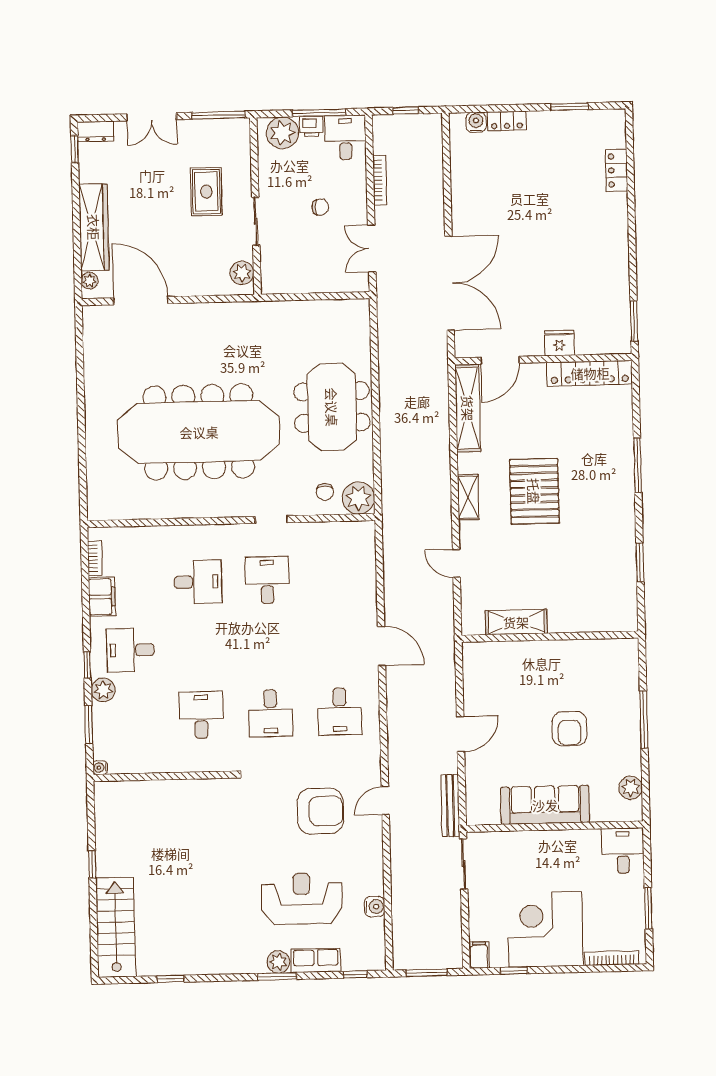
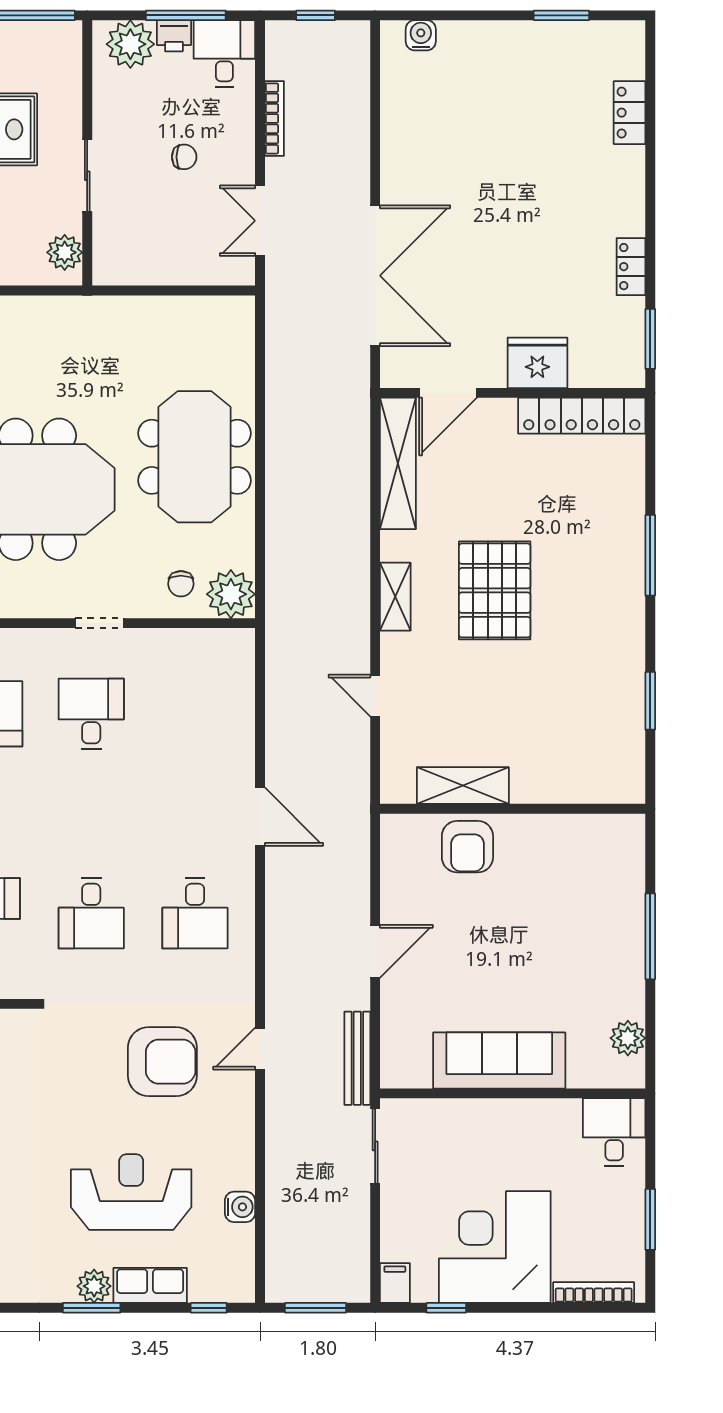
locker: (507, 121) -> (631, 267), moved, turned 90
fridge: (559, 343) -> (537, 363), width x1.36, depth x1.34
armchair: (569, 729) -> (467, 847), moved

